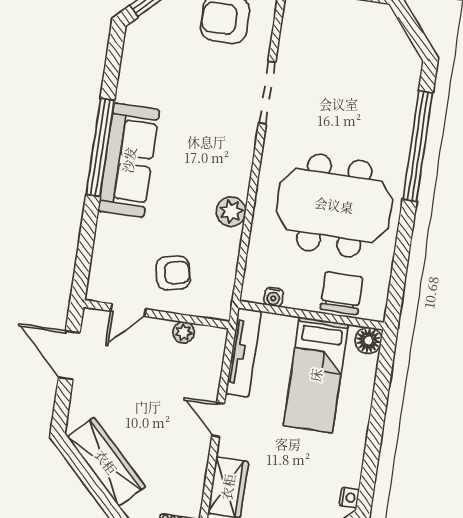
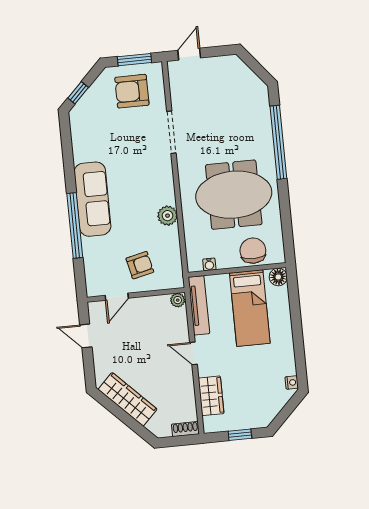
window: (100, 147) -> (75, 225), moved
plant: (184, 332) -> (178, 300), moved
door: (69, 355) -> (86, 336), width x0.73

